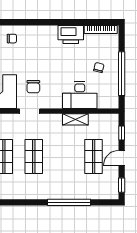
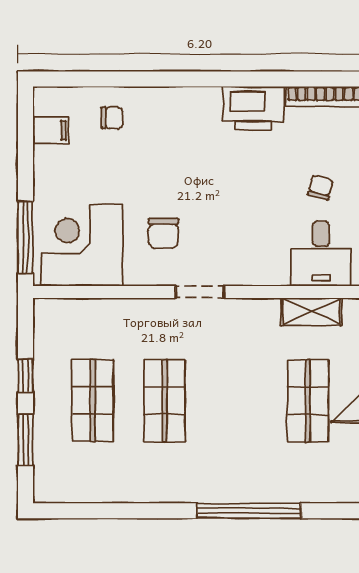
desk: (80, 95) -> (321, 254), moved, width x0.73
doorway: (30, 111) -> (200, 292), moved
shelving: (75, 119) -> (311, 312), moved

